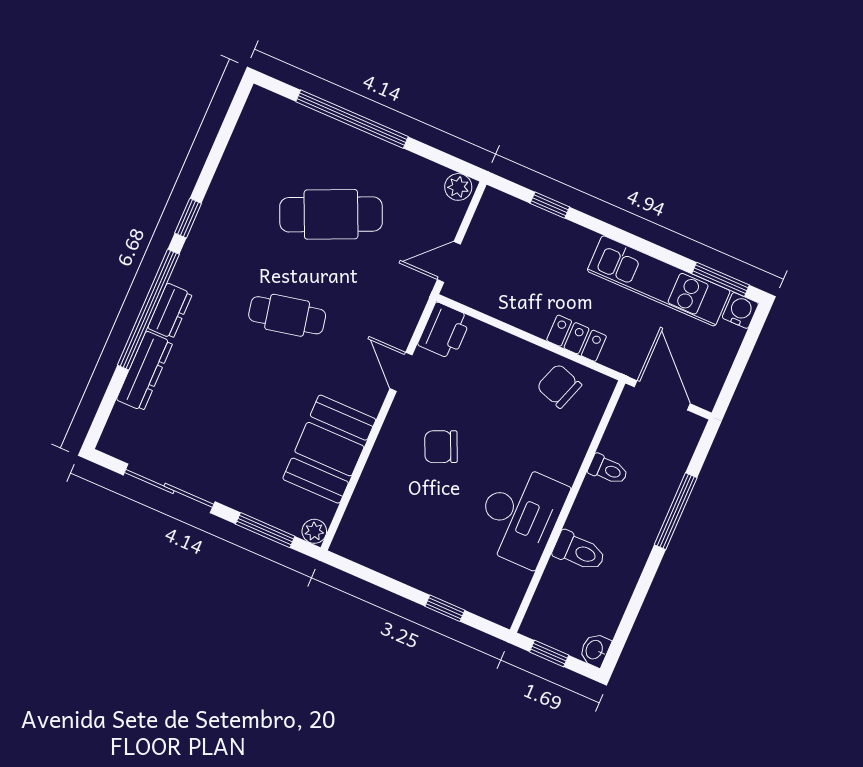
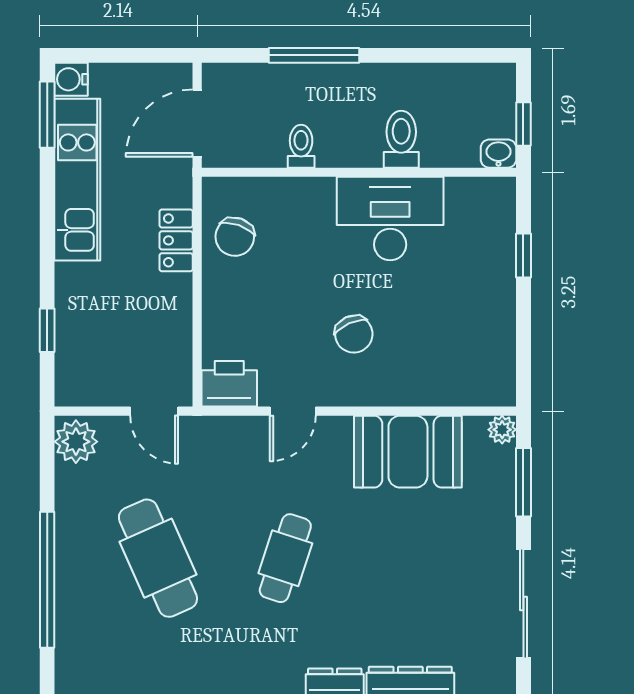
plant: (458, 187) -> (76, 442), width x1.38, depth x1.38
cafe table: (287, 315) -> (285, 558), turned 30
washbasin: (595, 650) -> (498, 154), moved, turned 180

